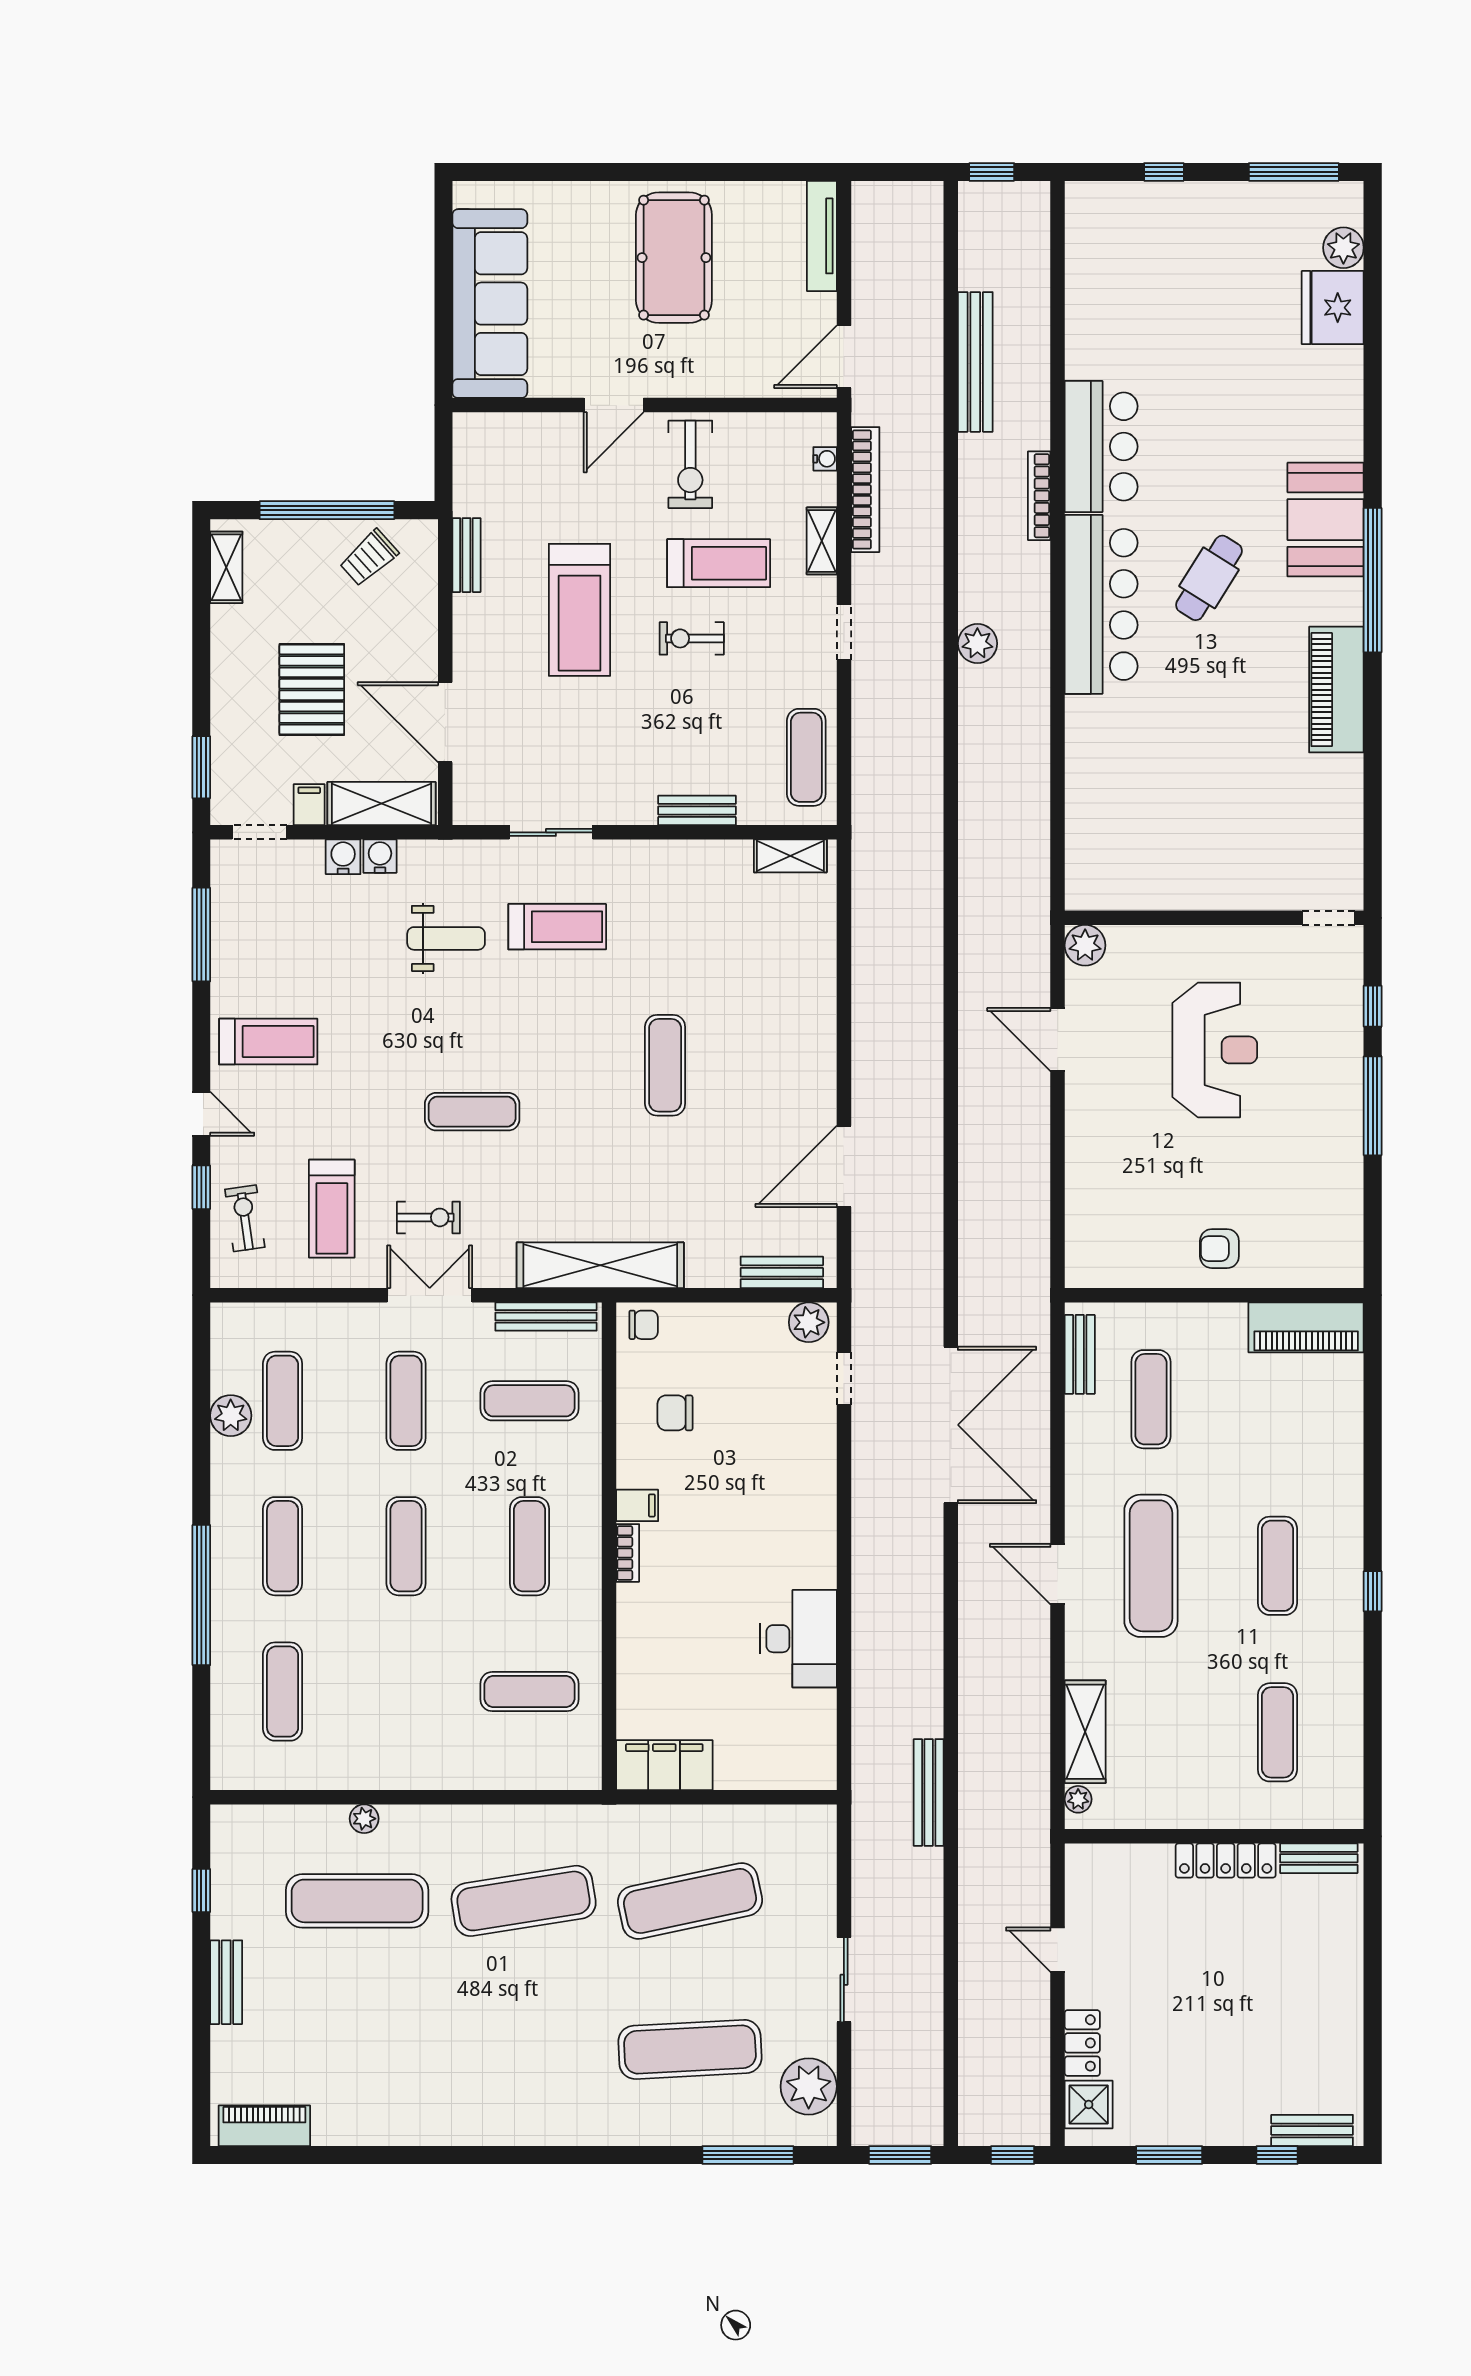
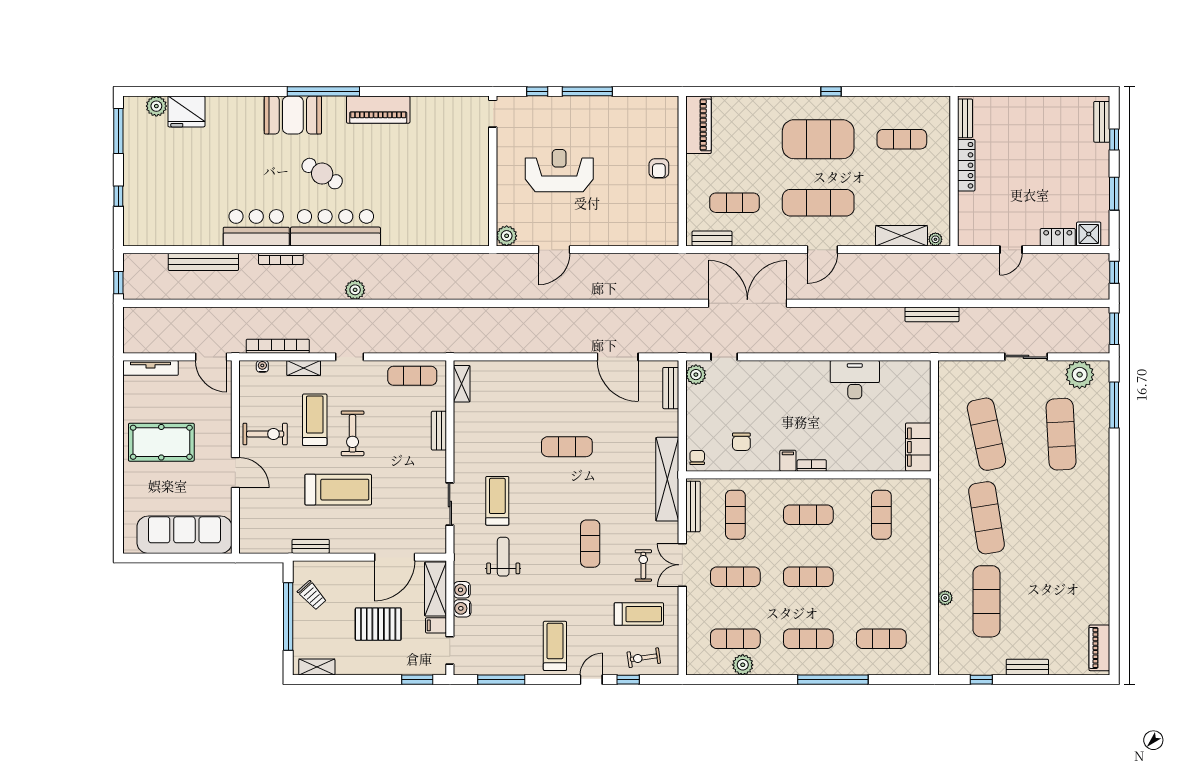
bench: (975, 362) -> (203, 262), moved
exercise bike: (692, 638) -> (353, 433), width x1.38, depth x1.39
exercise mat: (1277, 1566) -> (818, 139), width x2.00, depth x1.45

